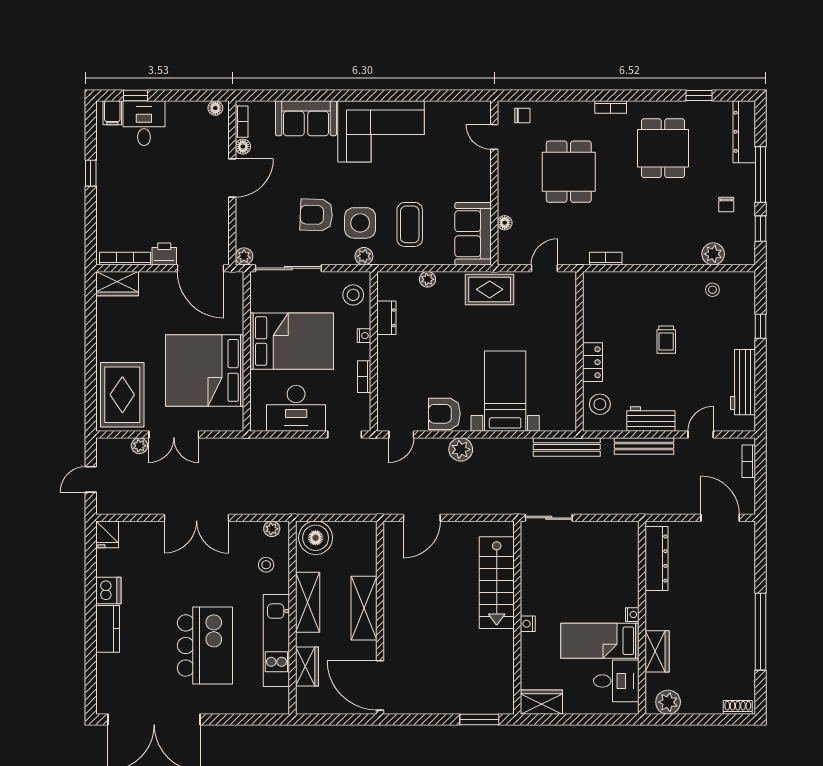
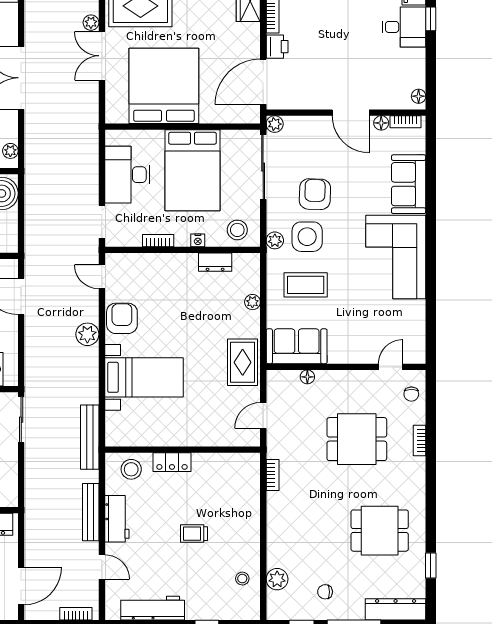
bookcase: (611, 107) -> (420, 441), moved
door: (544, 268) -> (263, 415), swing flipped

